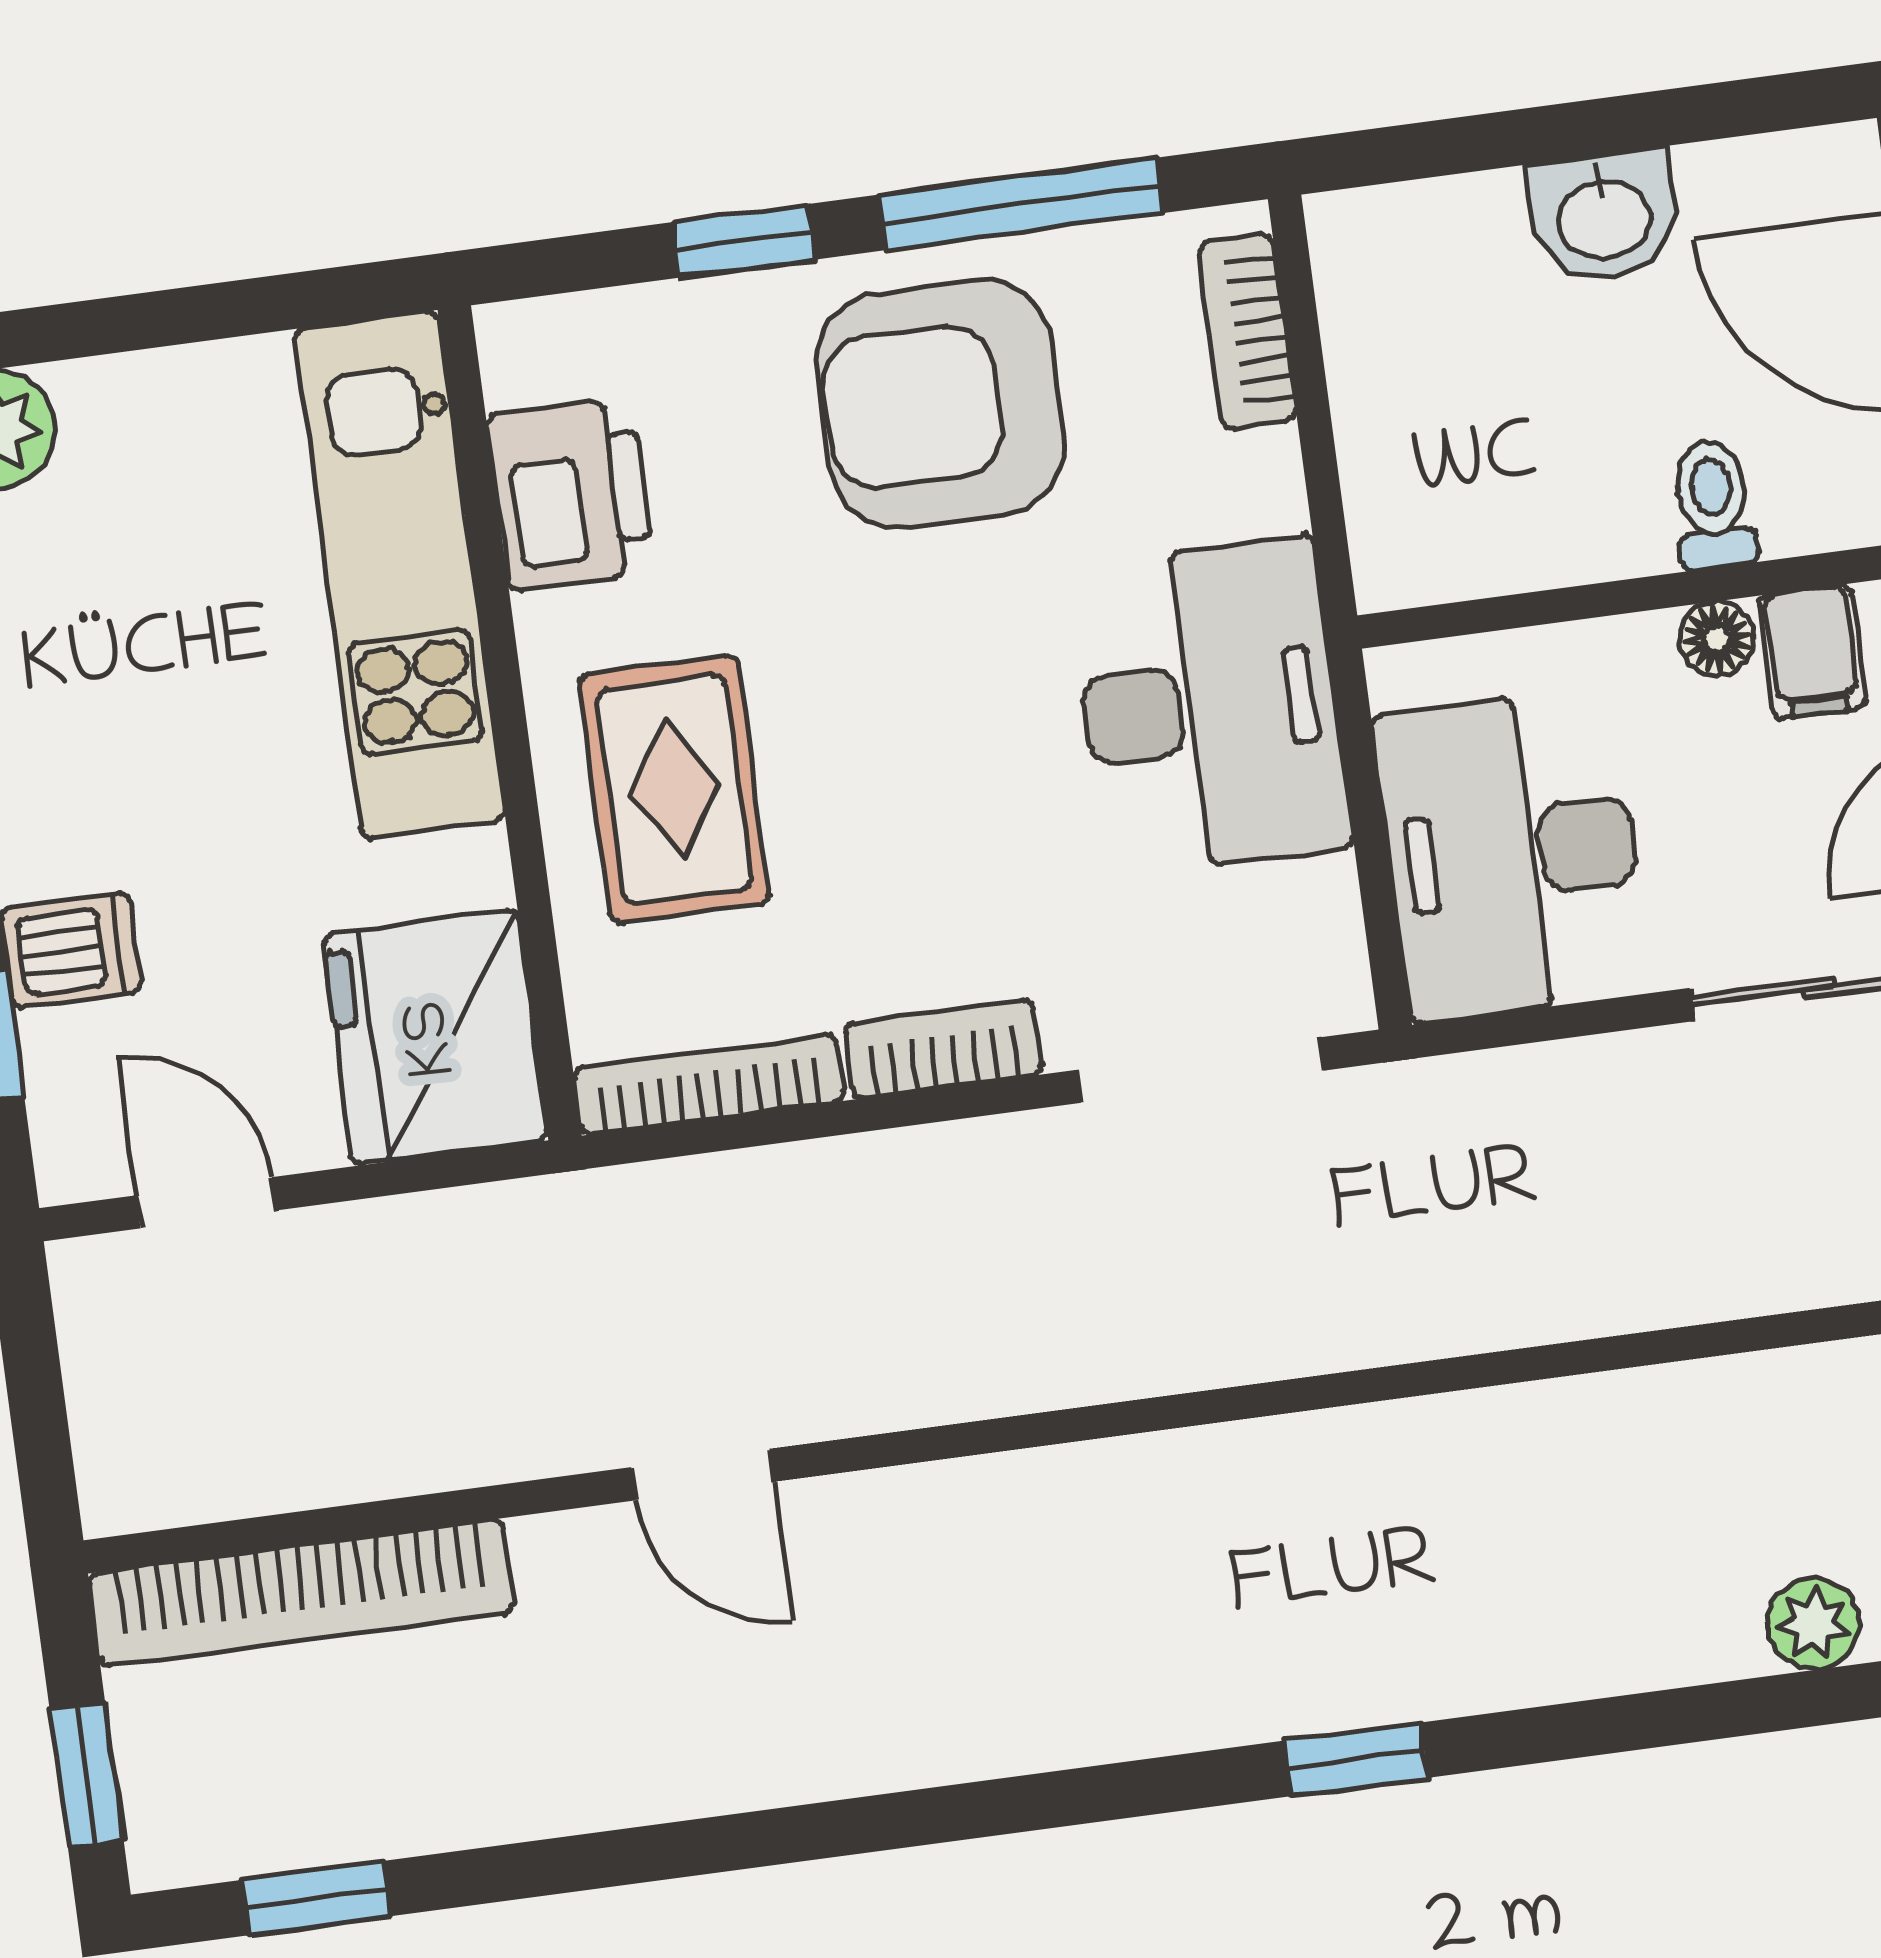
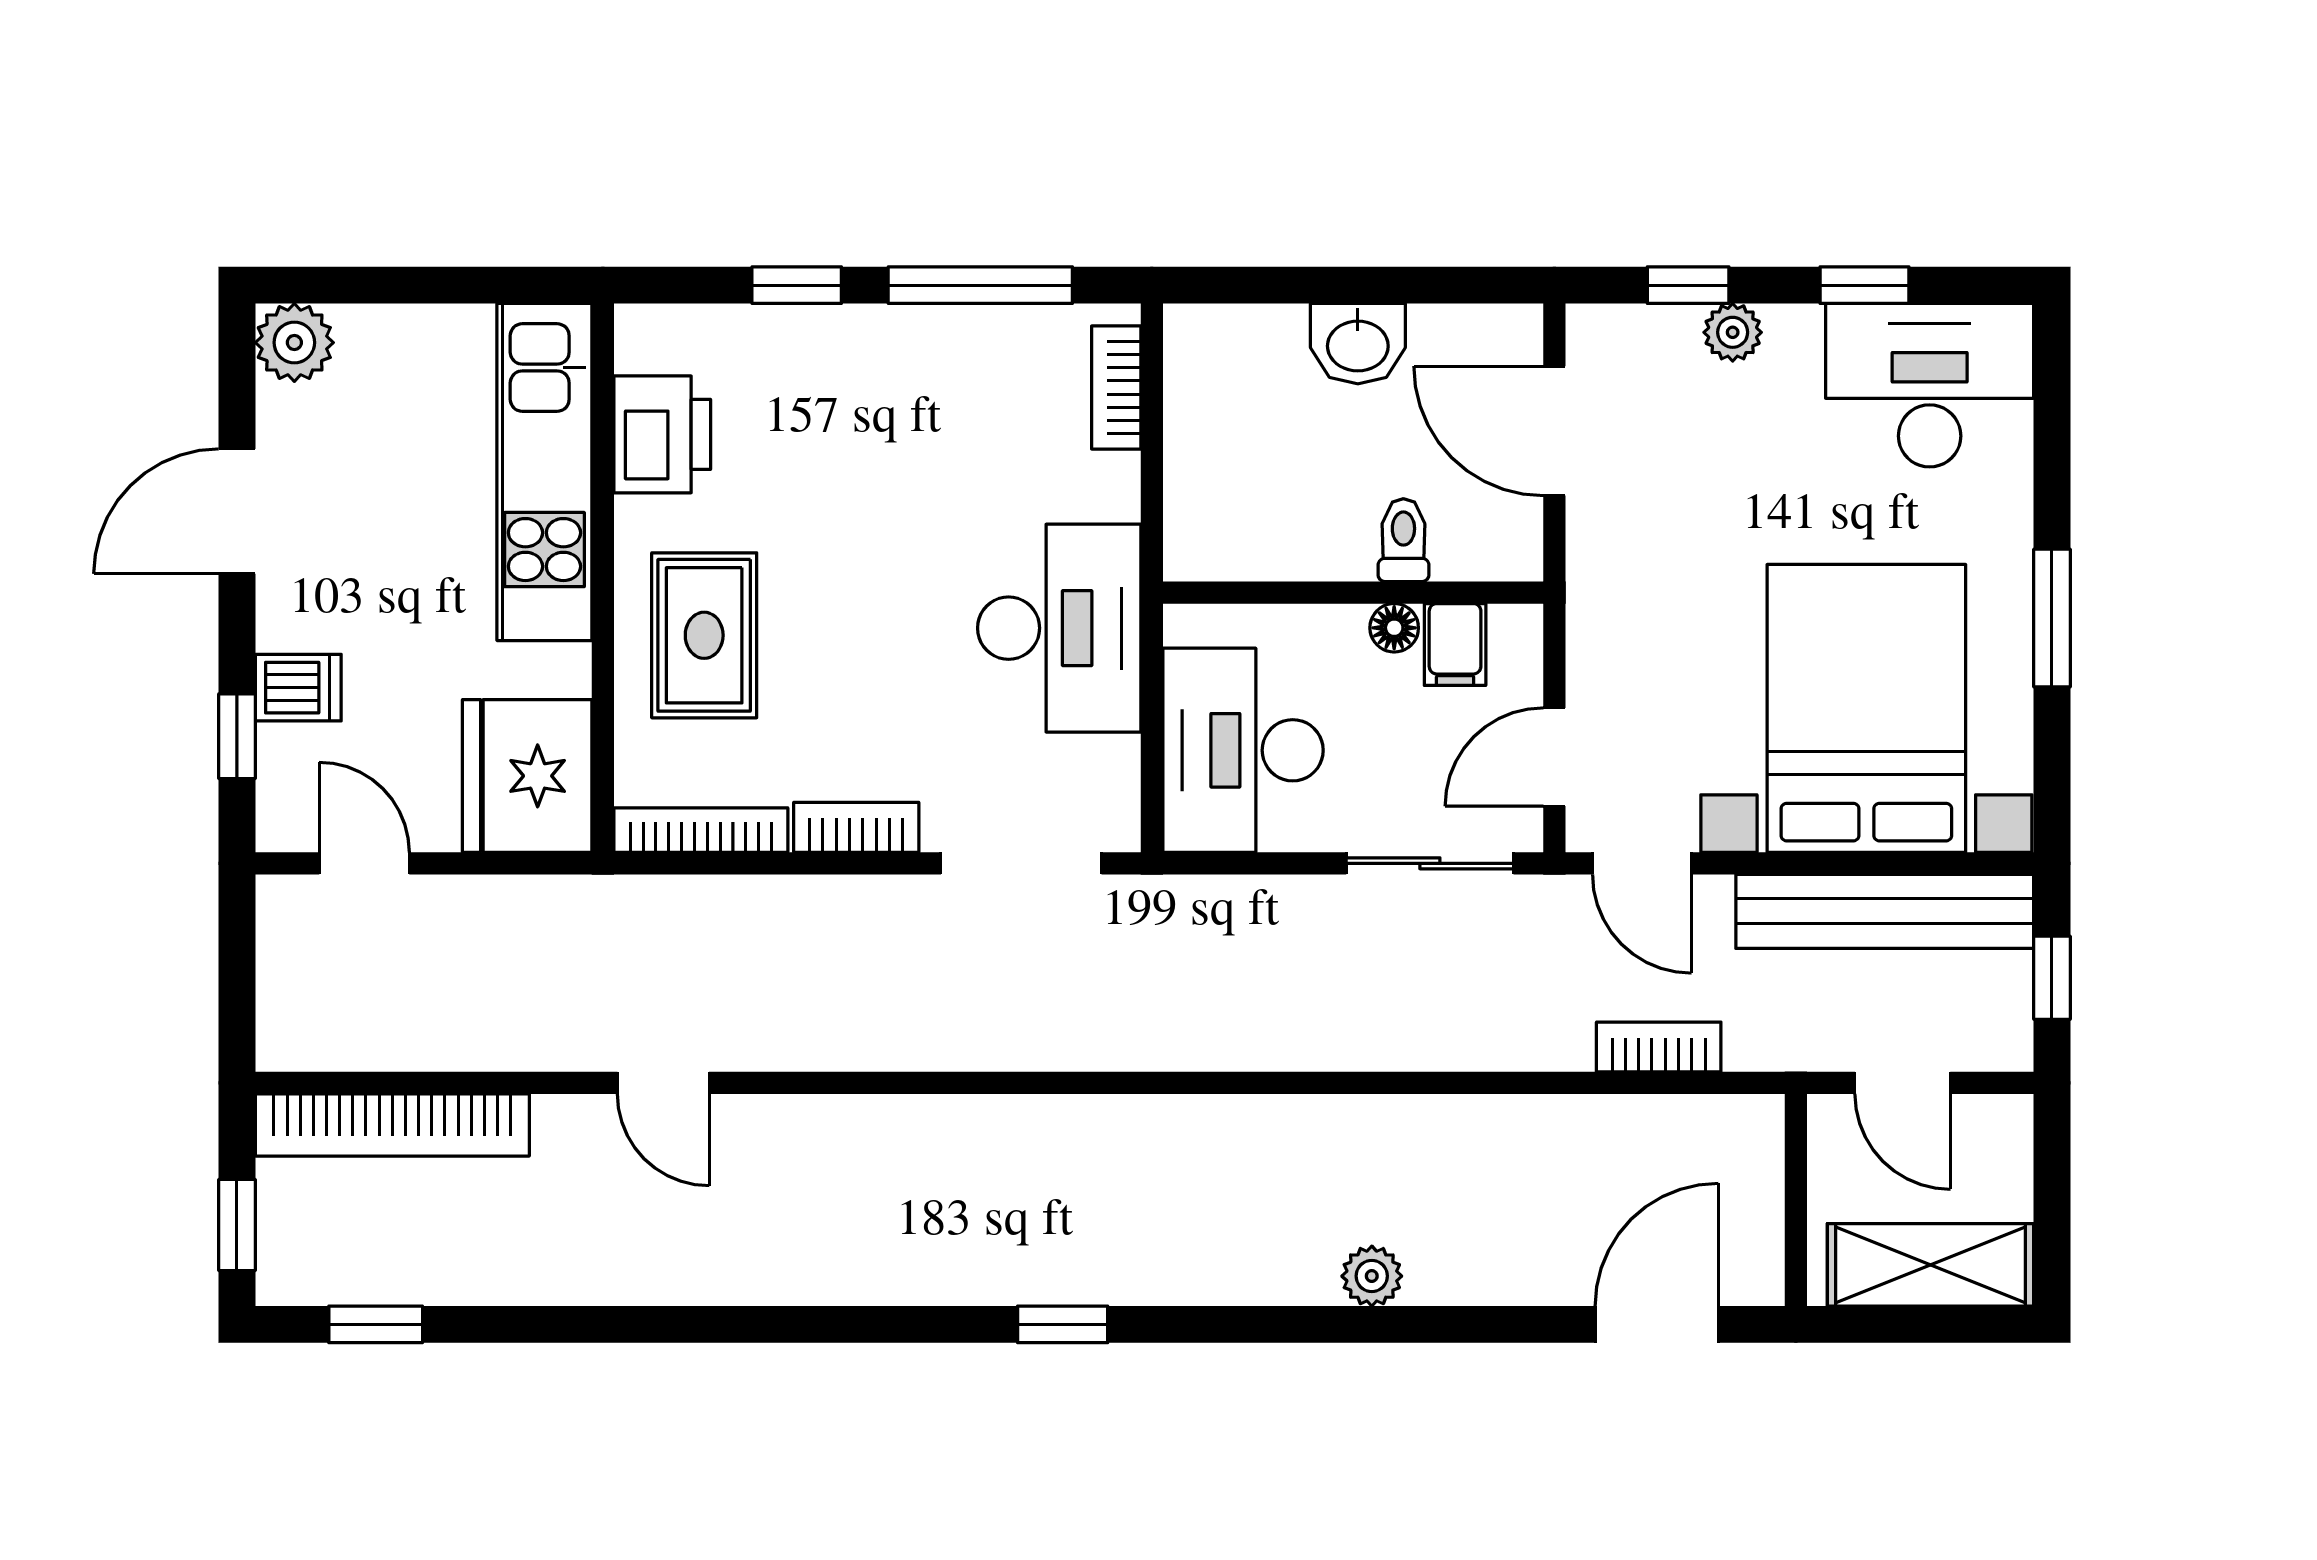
armchair: (941, 403) -> (911, 408), removed

